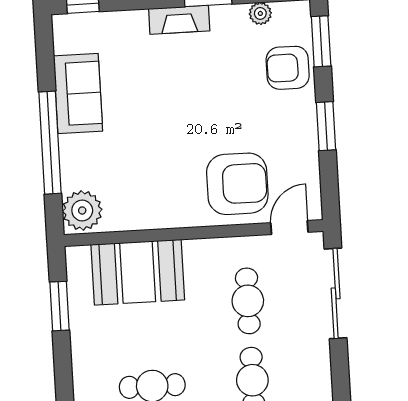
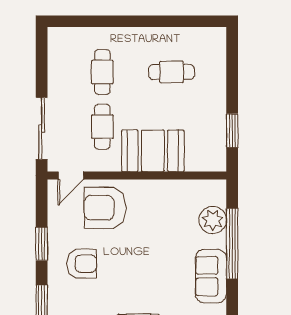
armchair: (288, 68) -> (82, 264), moved
plant: (82, 211) -> (213, 220), moved
booth: (138, 272) -> (153, 151), moved

